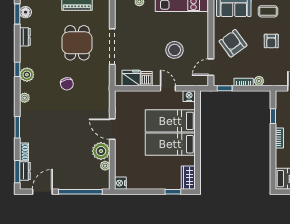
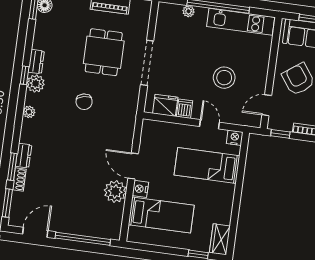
dresser: (25, 37) -> (36, 62), moved
window: (17, 127) -> (12, 167), moved
bed: (170, 144) -> (161, 215), moved, turned 180
plant: (105, 166) -> (118, 210), removed
dresser: (25, 171) -> (24, 156), moved
nightstand: (120, 183) -> (140, 189), moved

